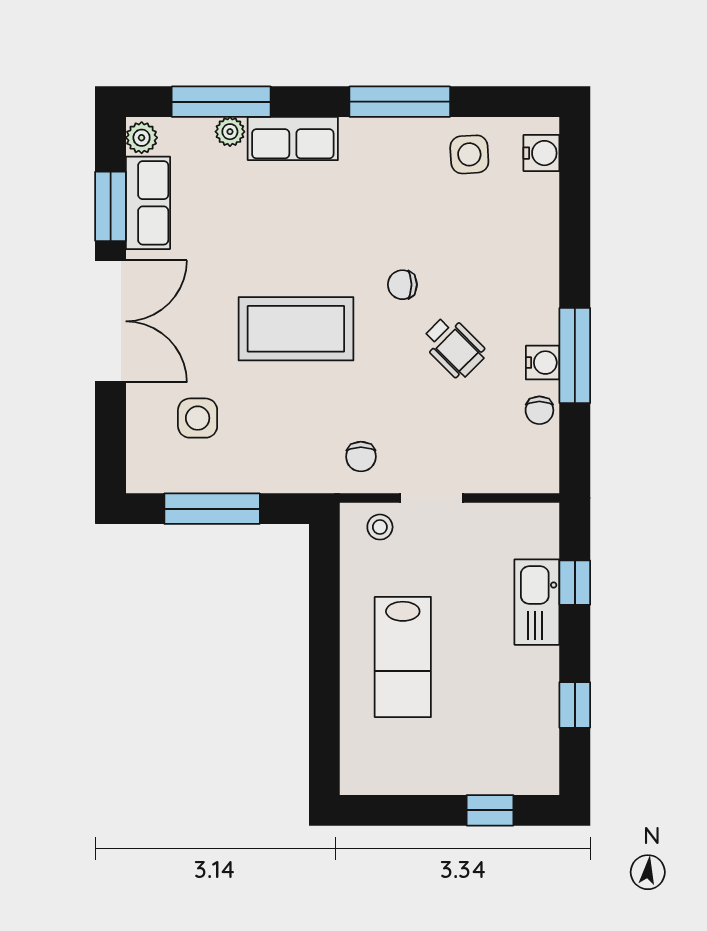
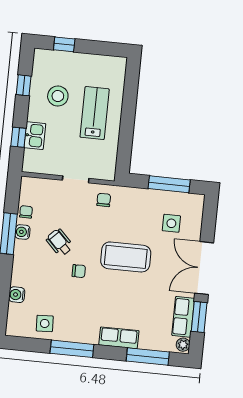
plant: (230, 132) -> (145, 343), removed
water cooler: (541, 153) -> (17, 295), moved
stool: (380, 527) -> (58, 96), moved, width x1.89, depth x1.89
kitchen sink: (537, 602) -> (35, 136), width x0.73

